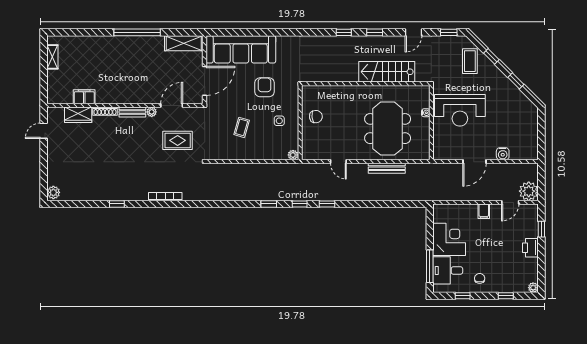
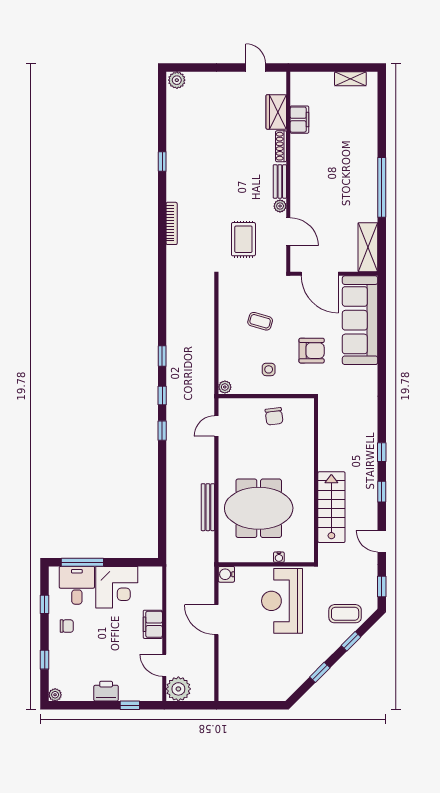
water cooler: (503, 154) -> (226, 574), moved
door: (338, 162) -> (216, 426), moved
filing cabinet: (484, 211) -> (153, 624), width x2.00

